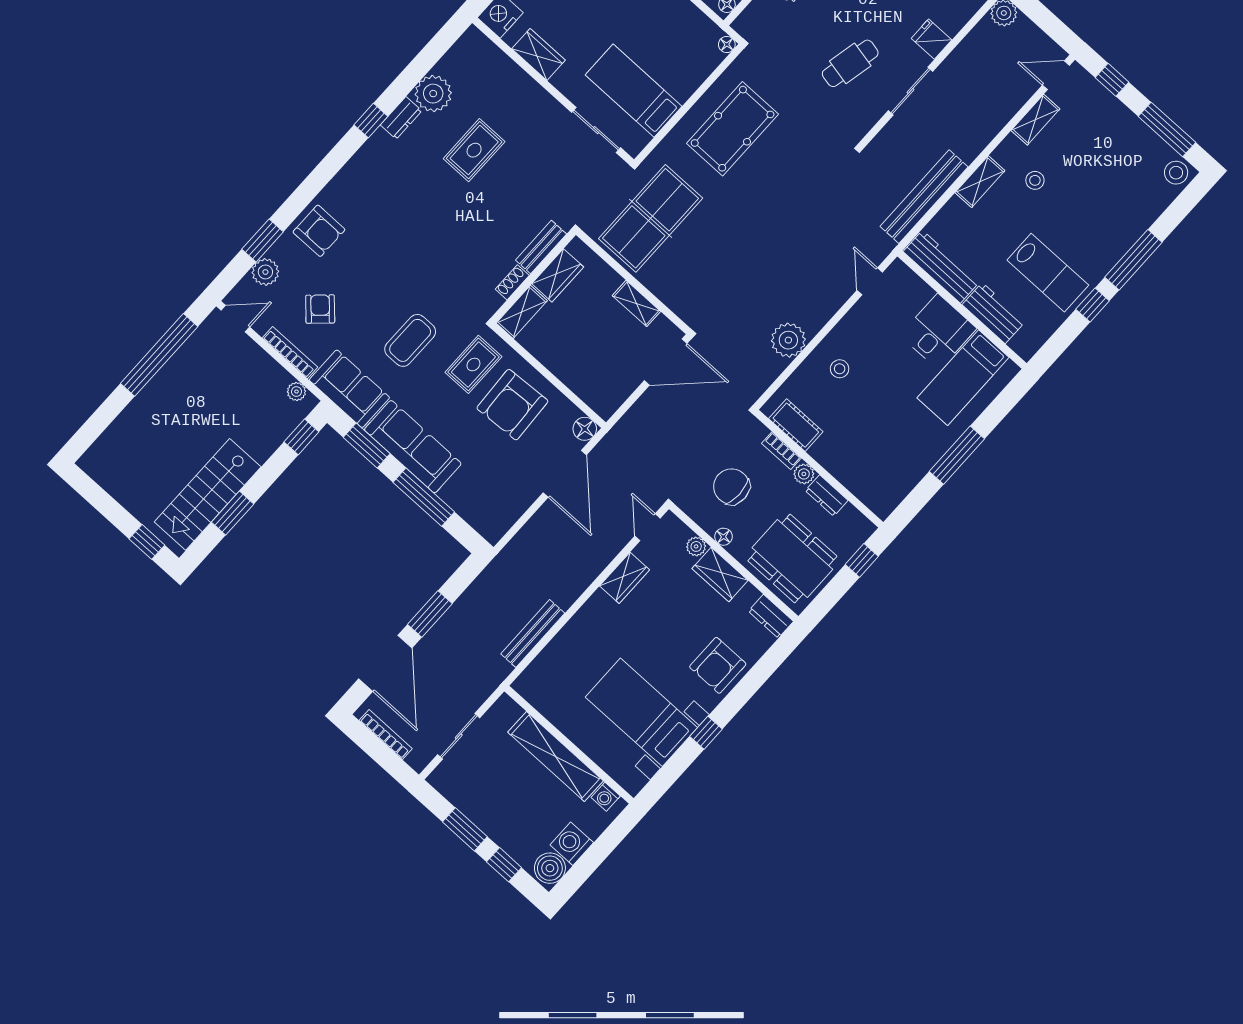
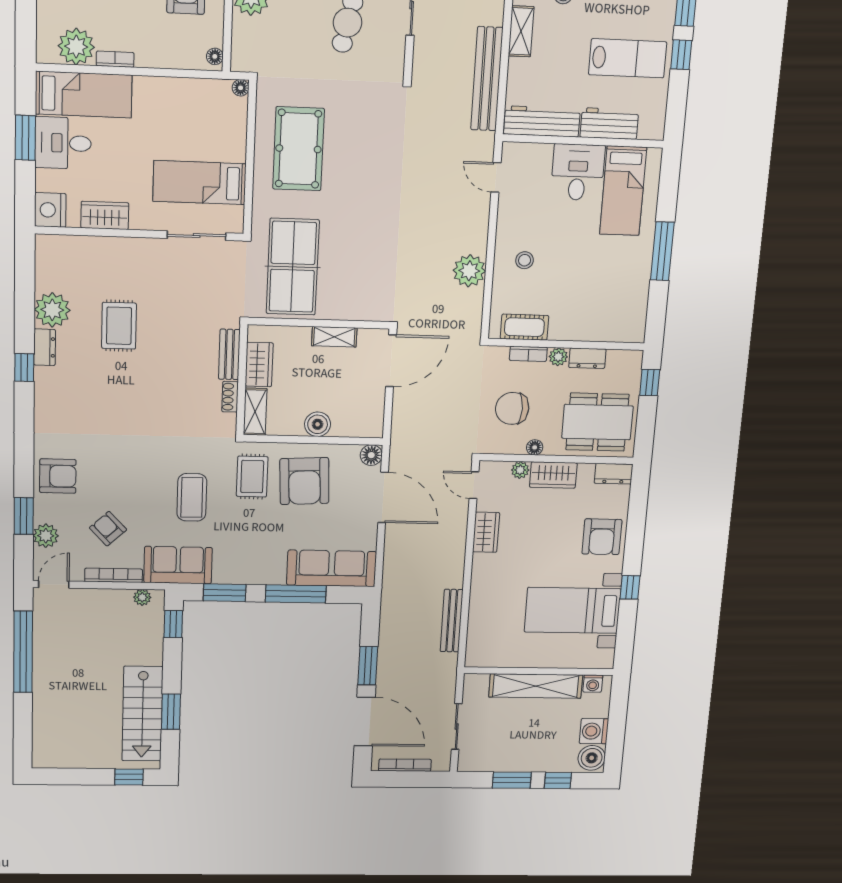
boiler: (563, 365) -> (318, 424), added
sofa: (413, 447) -> (332, 568), moved

